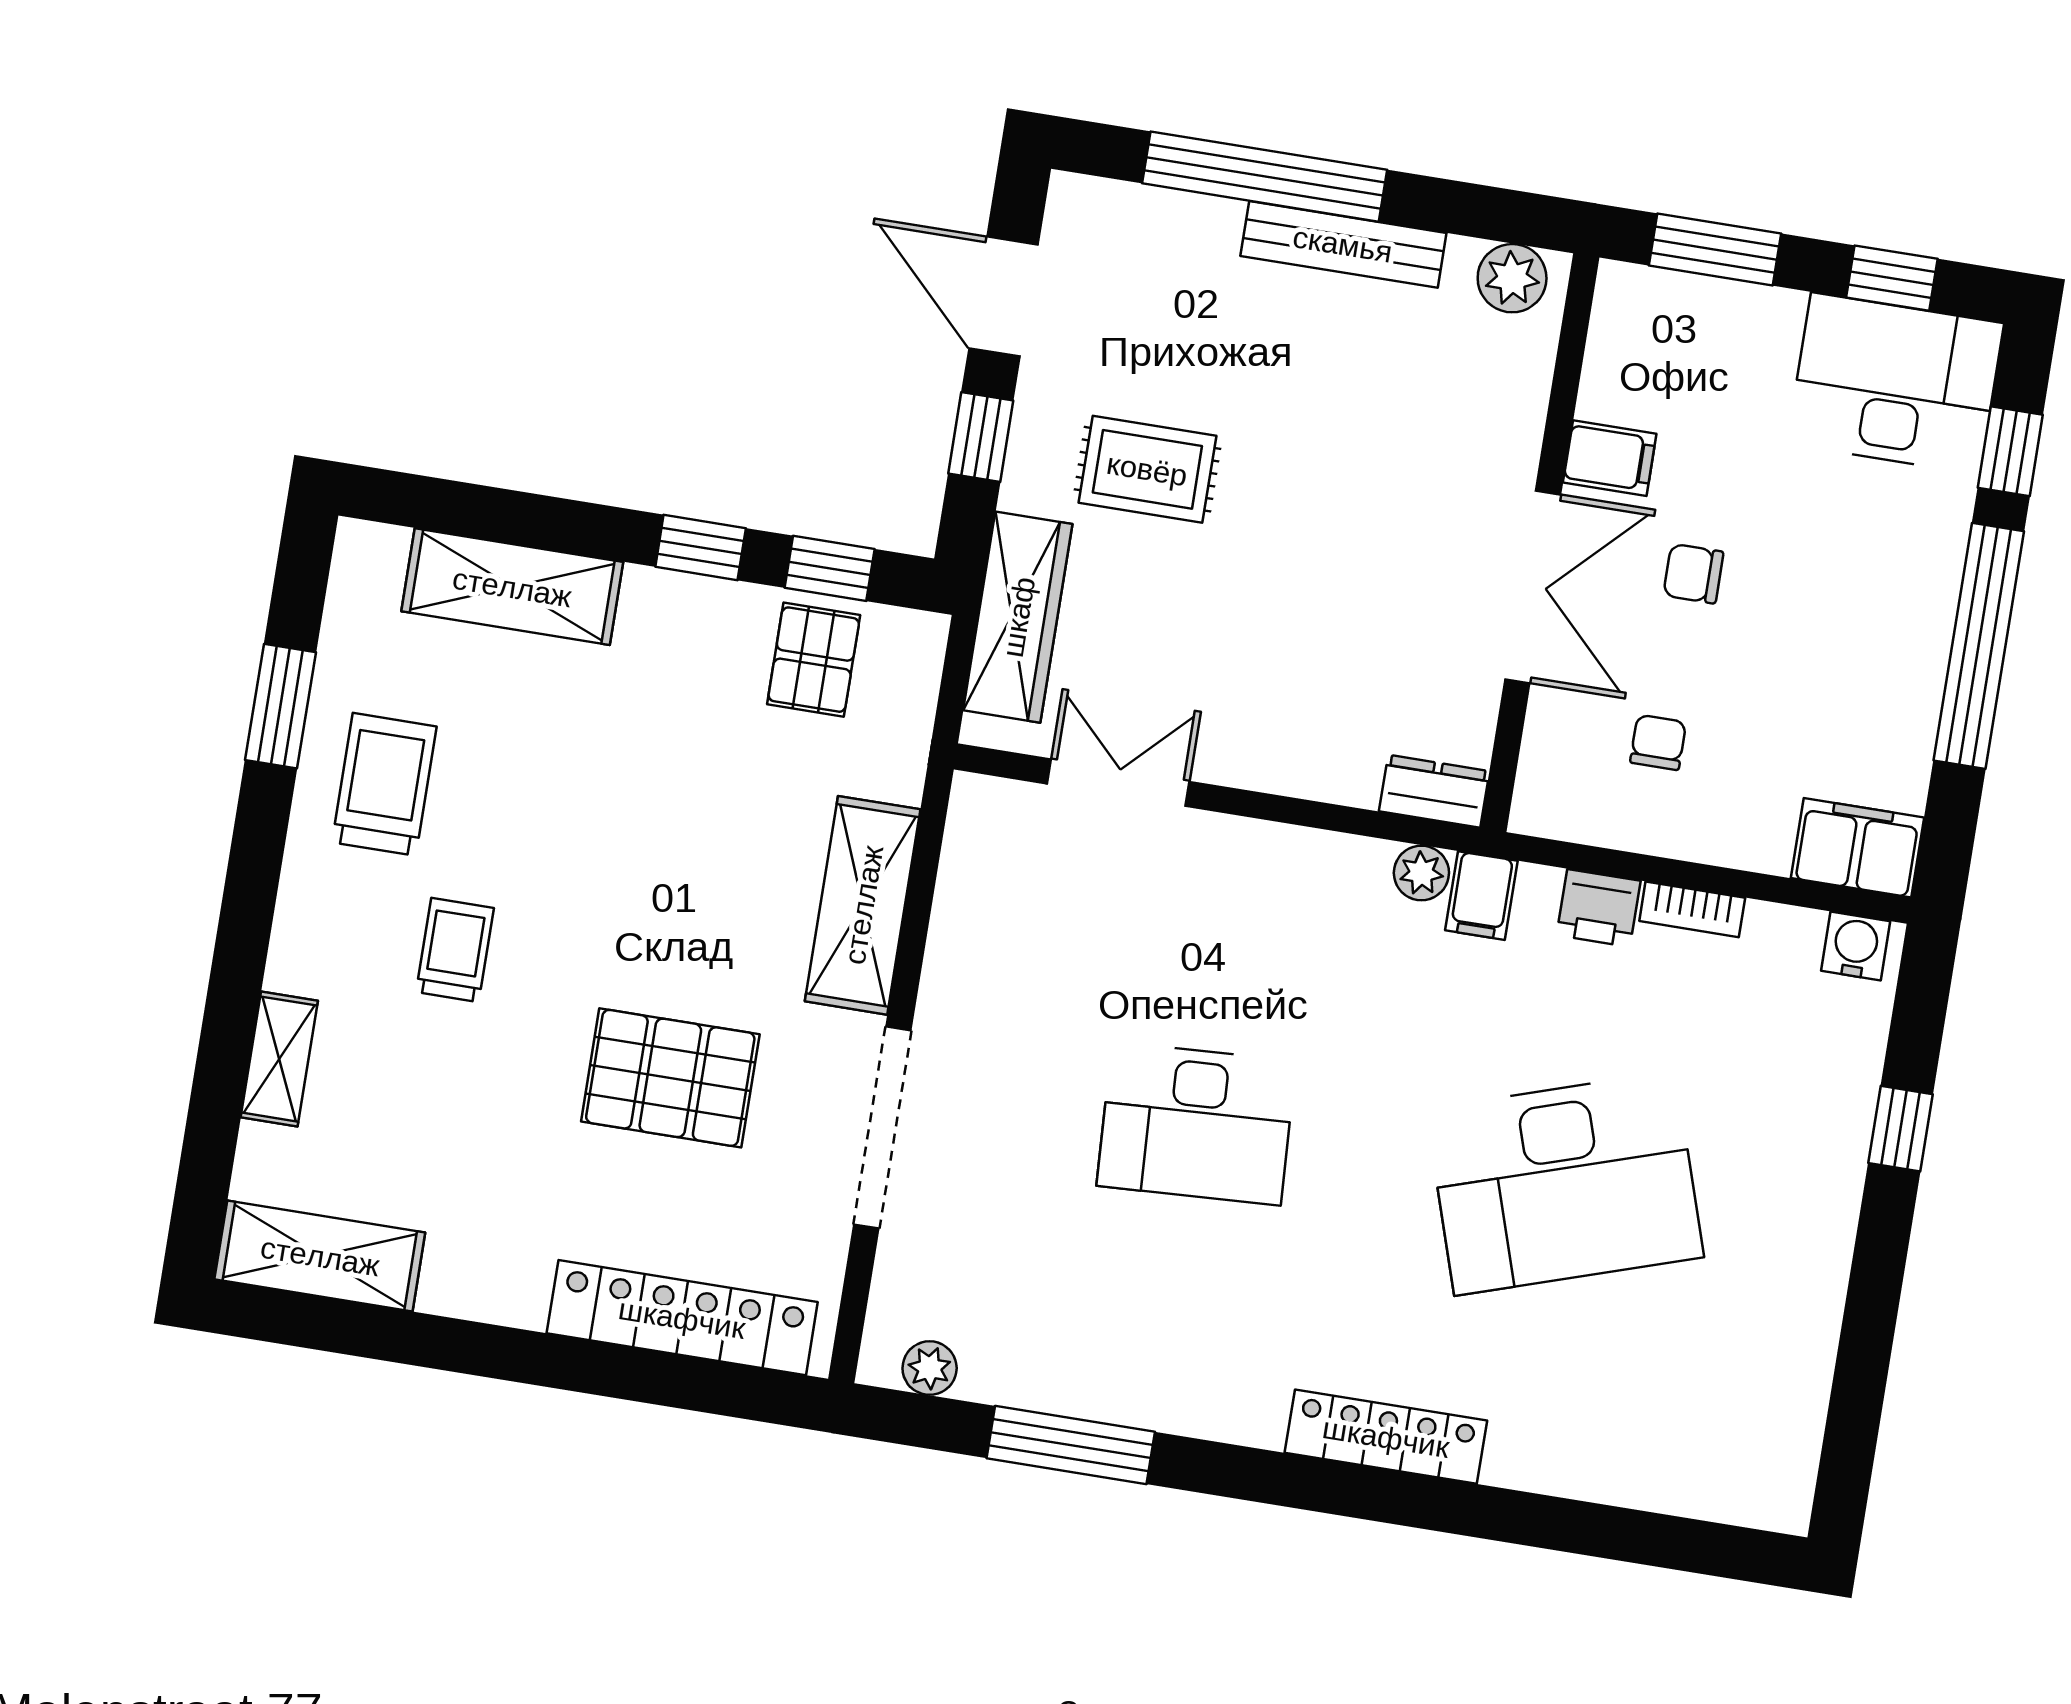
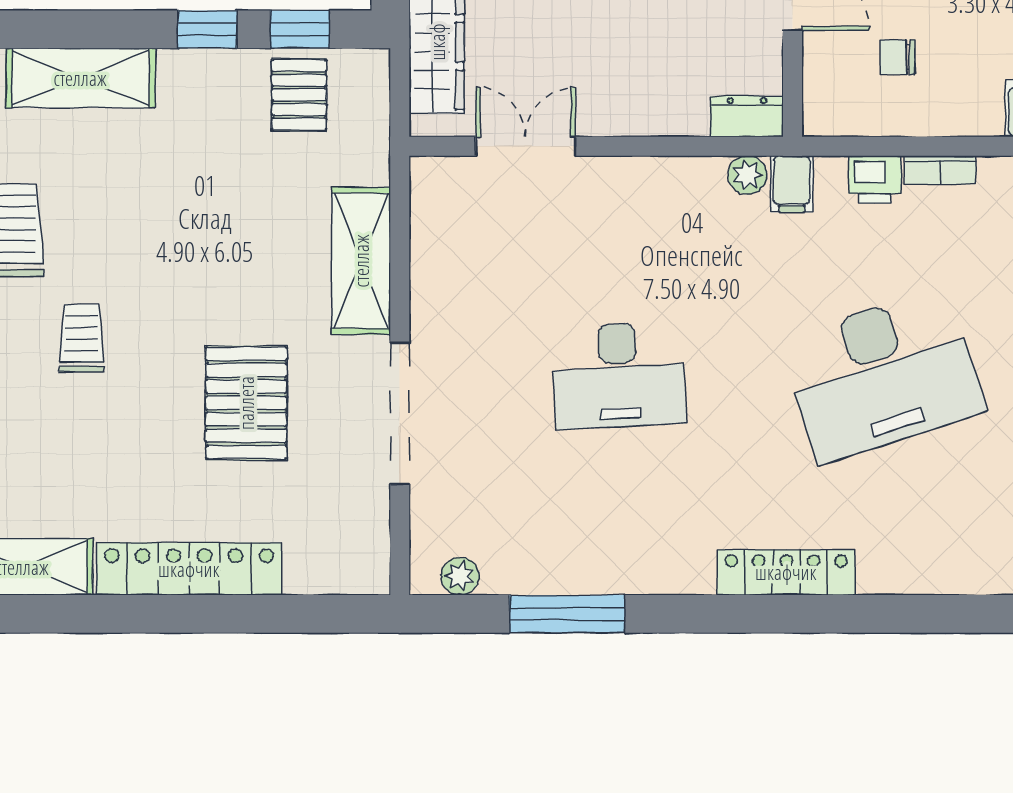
chair: (1658, 742) -> (898, 57), turned -90
pallet: (670, 1078) -> (246, 403), turned 90
locker: (682, 1318) -> (189, 569), moved

